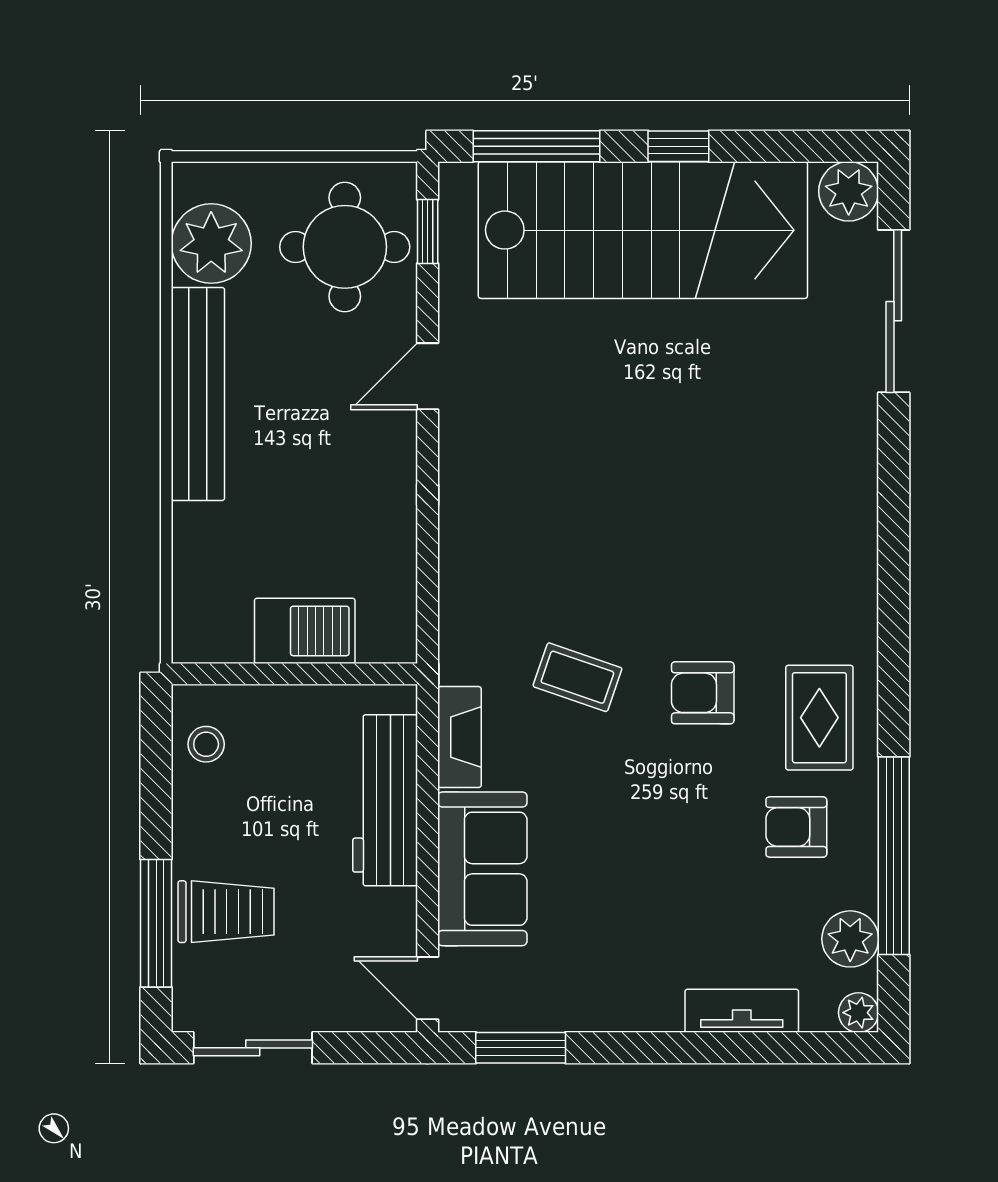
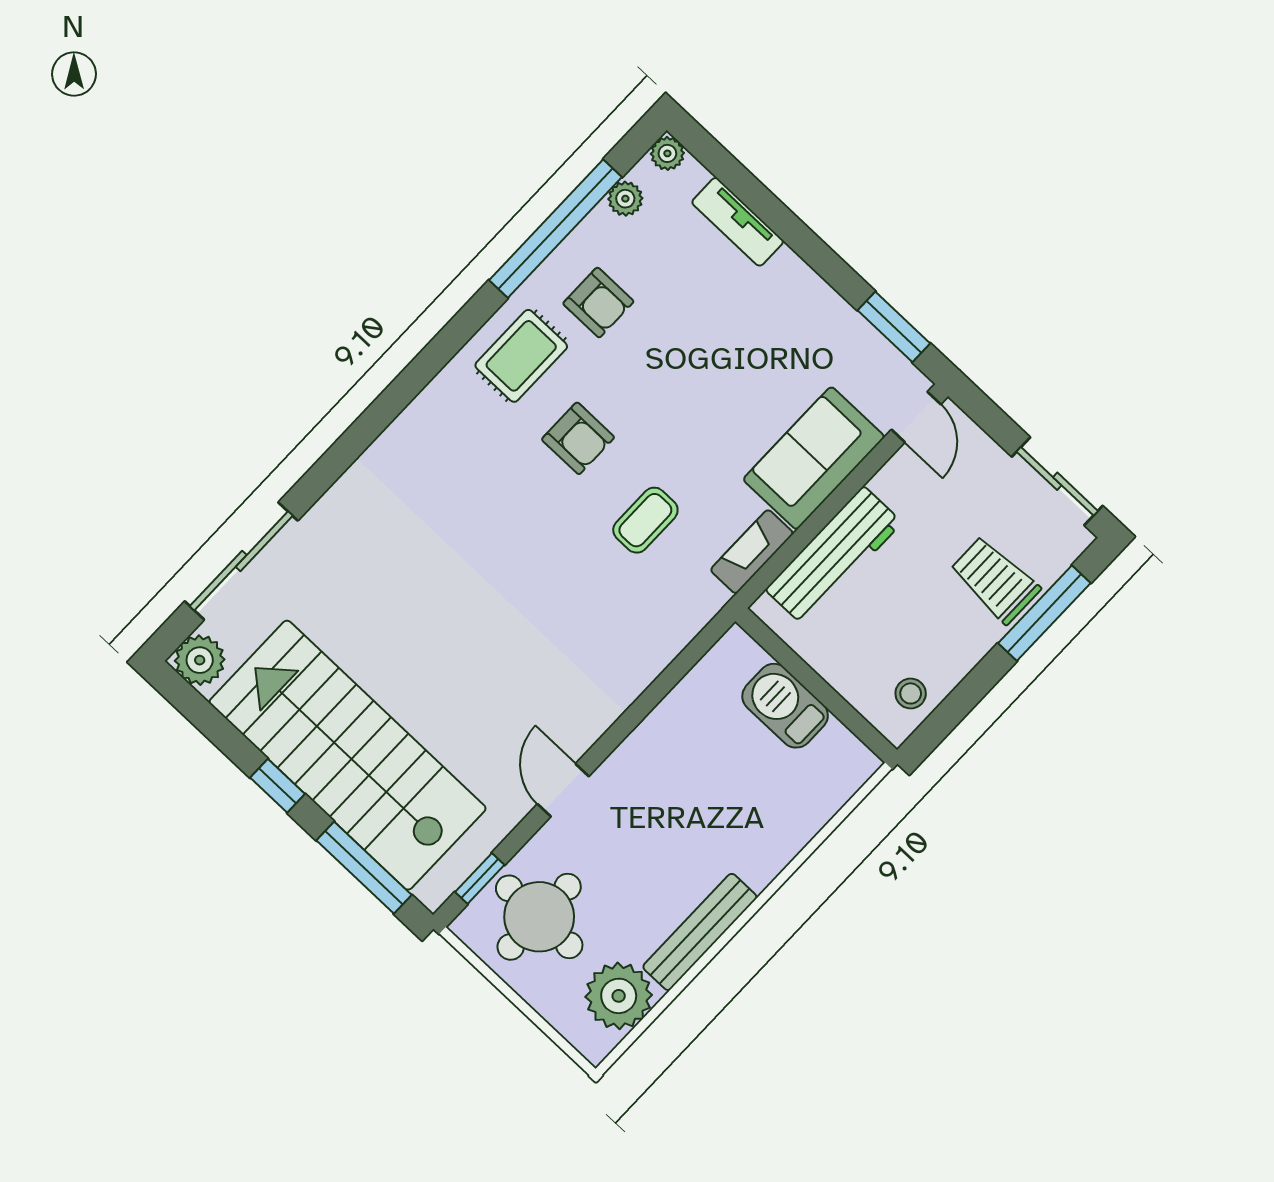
door: (428, 376) -> (563, 790), swing flipped
bench: (198, 394) -> (700, 932), width x0.73, depth x0.82
coffee table: (577, 677) -> (645, 520), turned 71
plant: (850, 939) -> (625, 199), width x0.73, depth x0.73

